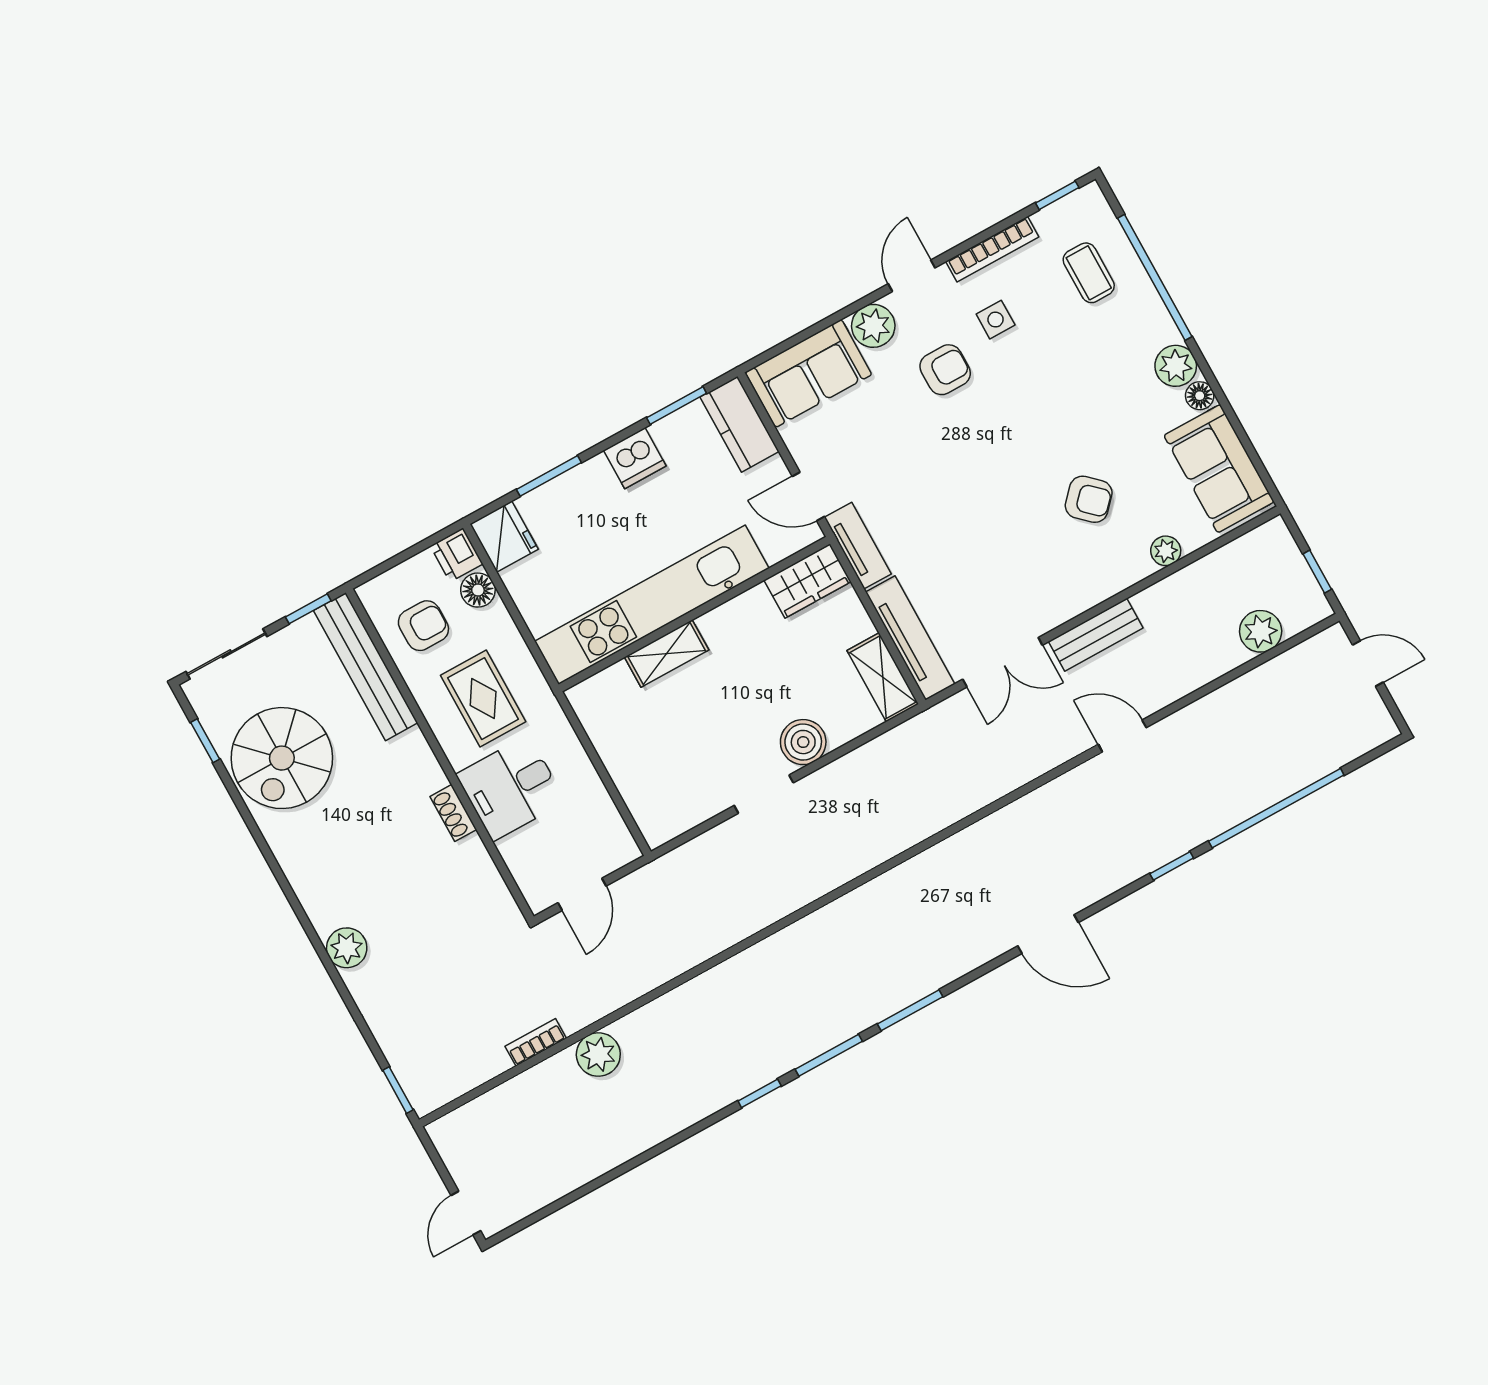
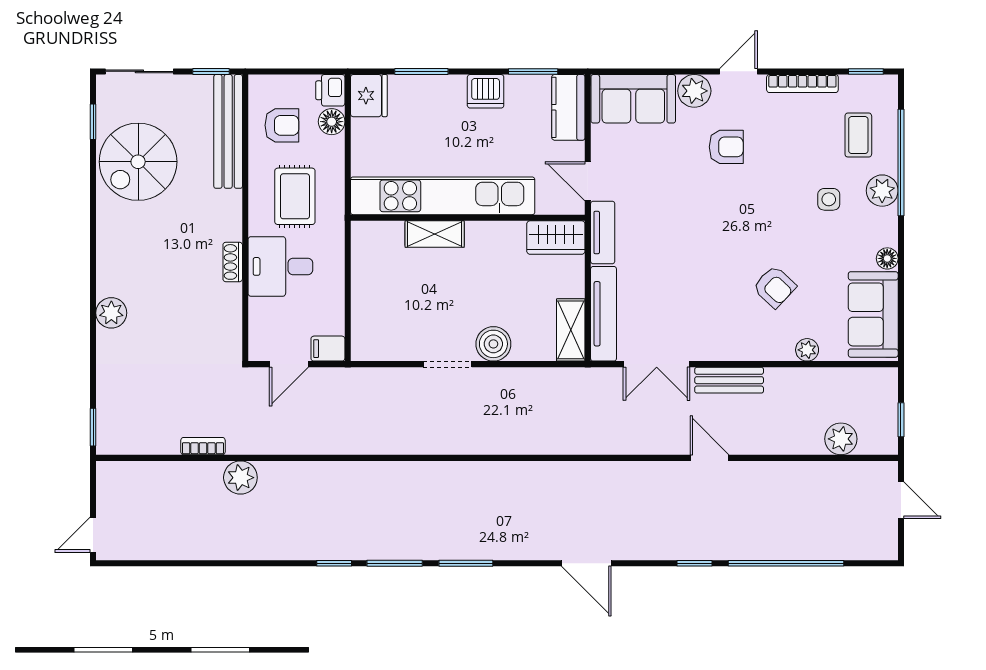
side table: (996, 320) -> (829, 199), moved
plant: (1176, 366) -> (882, 191), moved
filing cabinet: (617, 852) -> (328, 349), added

